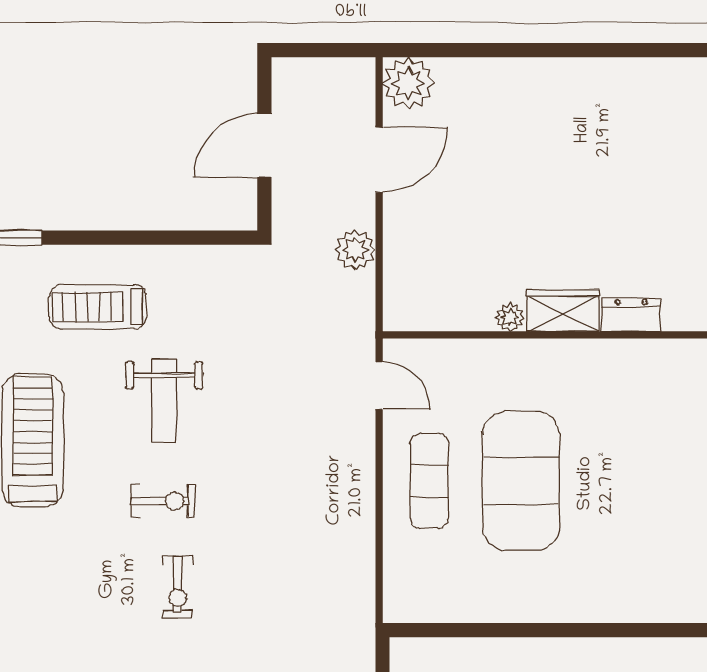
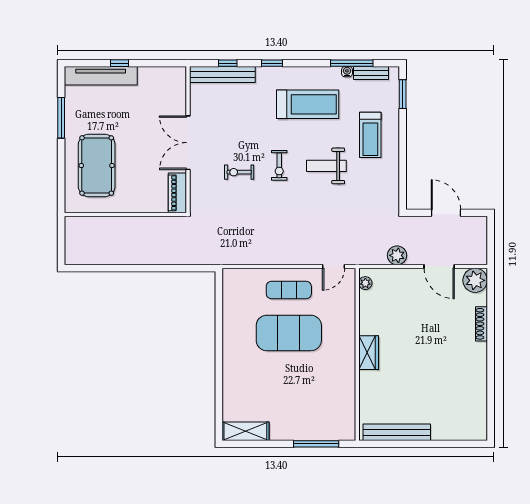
shoe rack: (501, 70) -> (481, 324), added
treadmill: (98, 307) -> (370, 135), turned 180
dresser: (631, 315) -> (366, 385), removed
plant: (510, 317) -> (365, 283), moved

